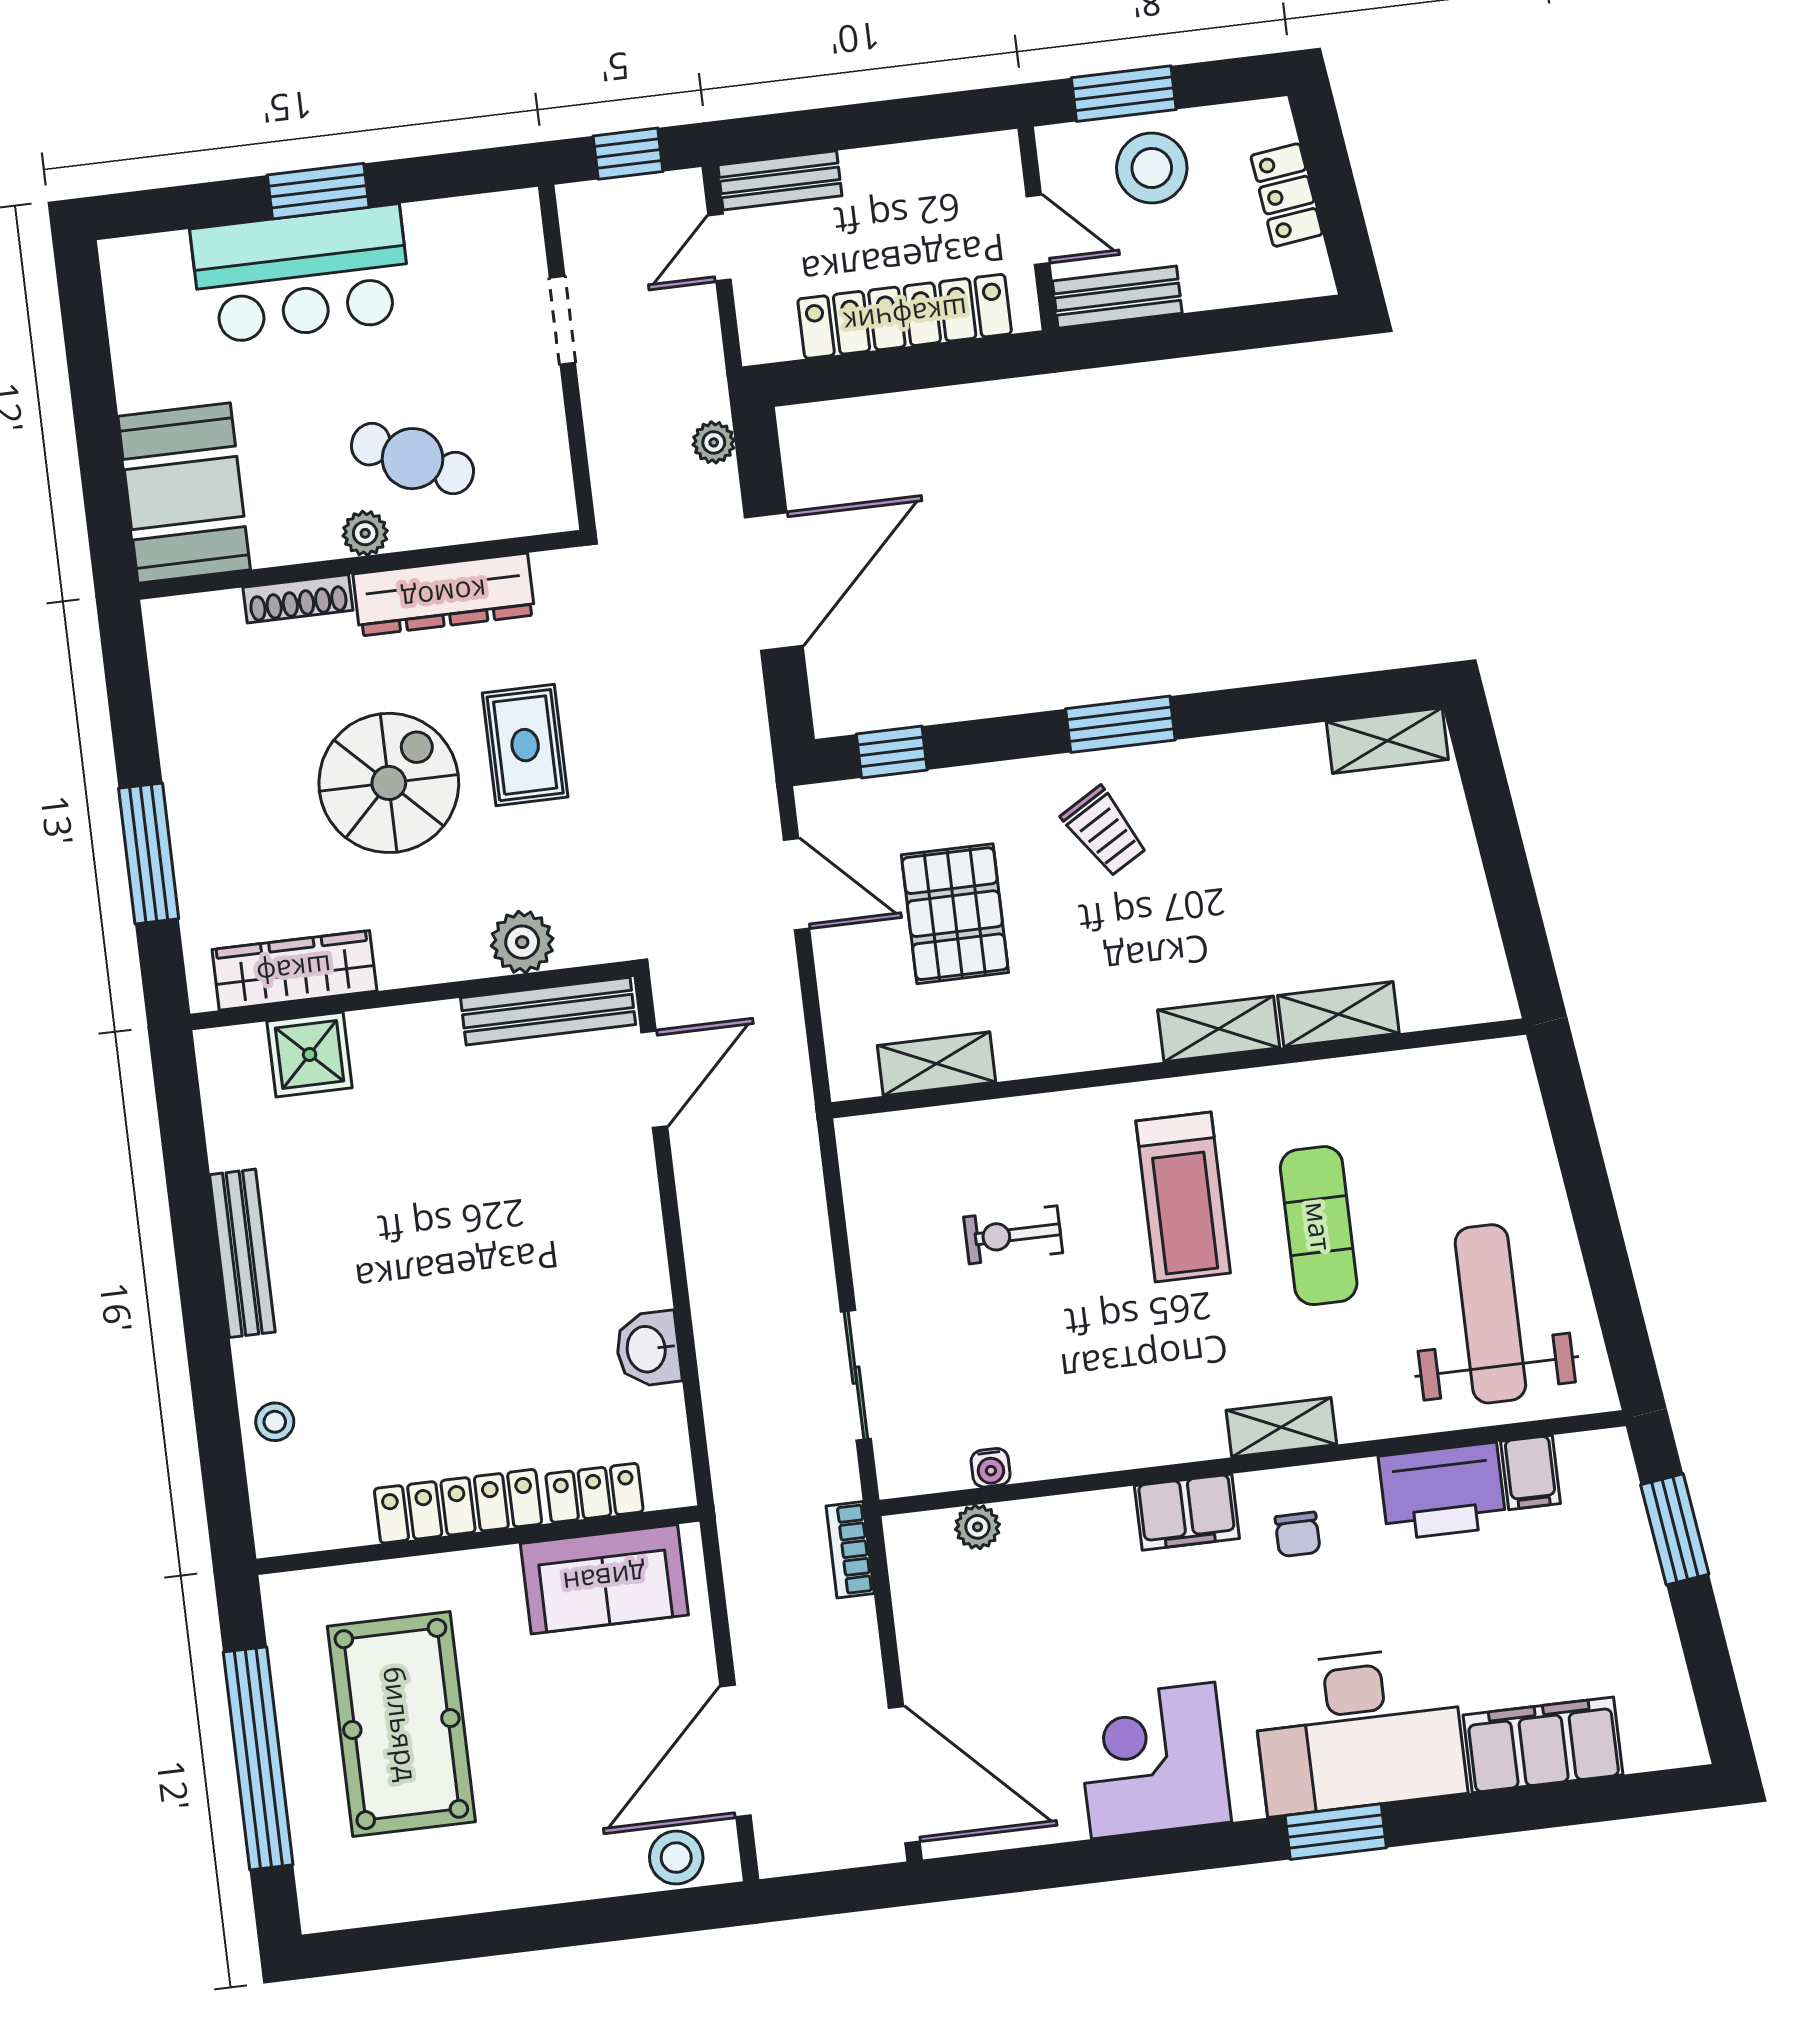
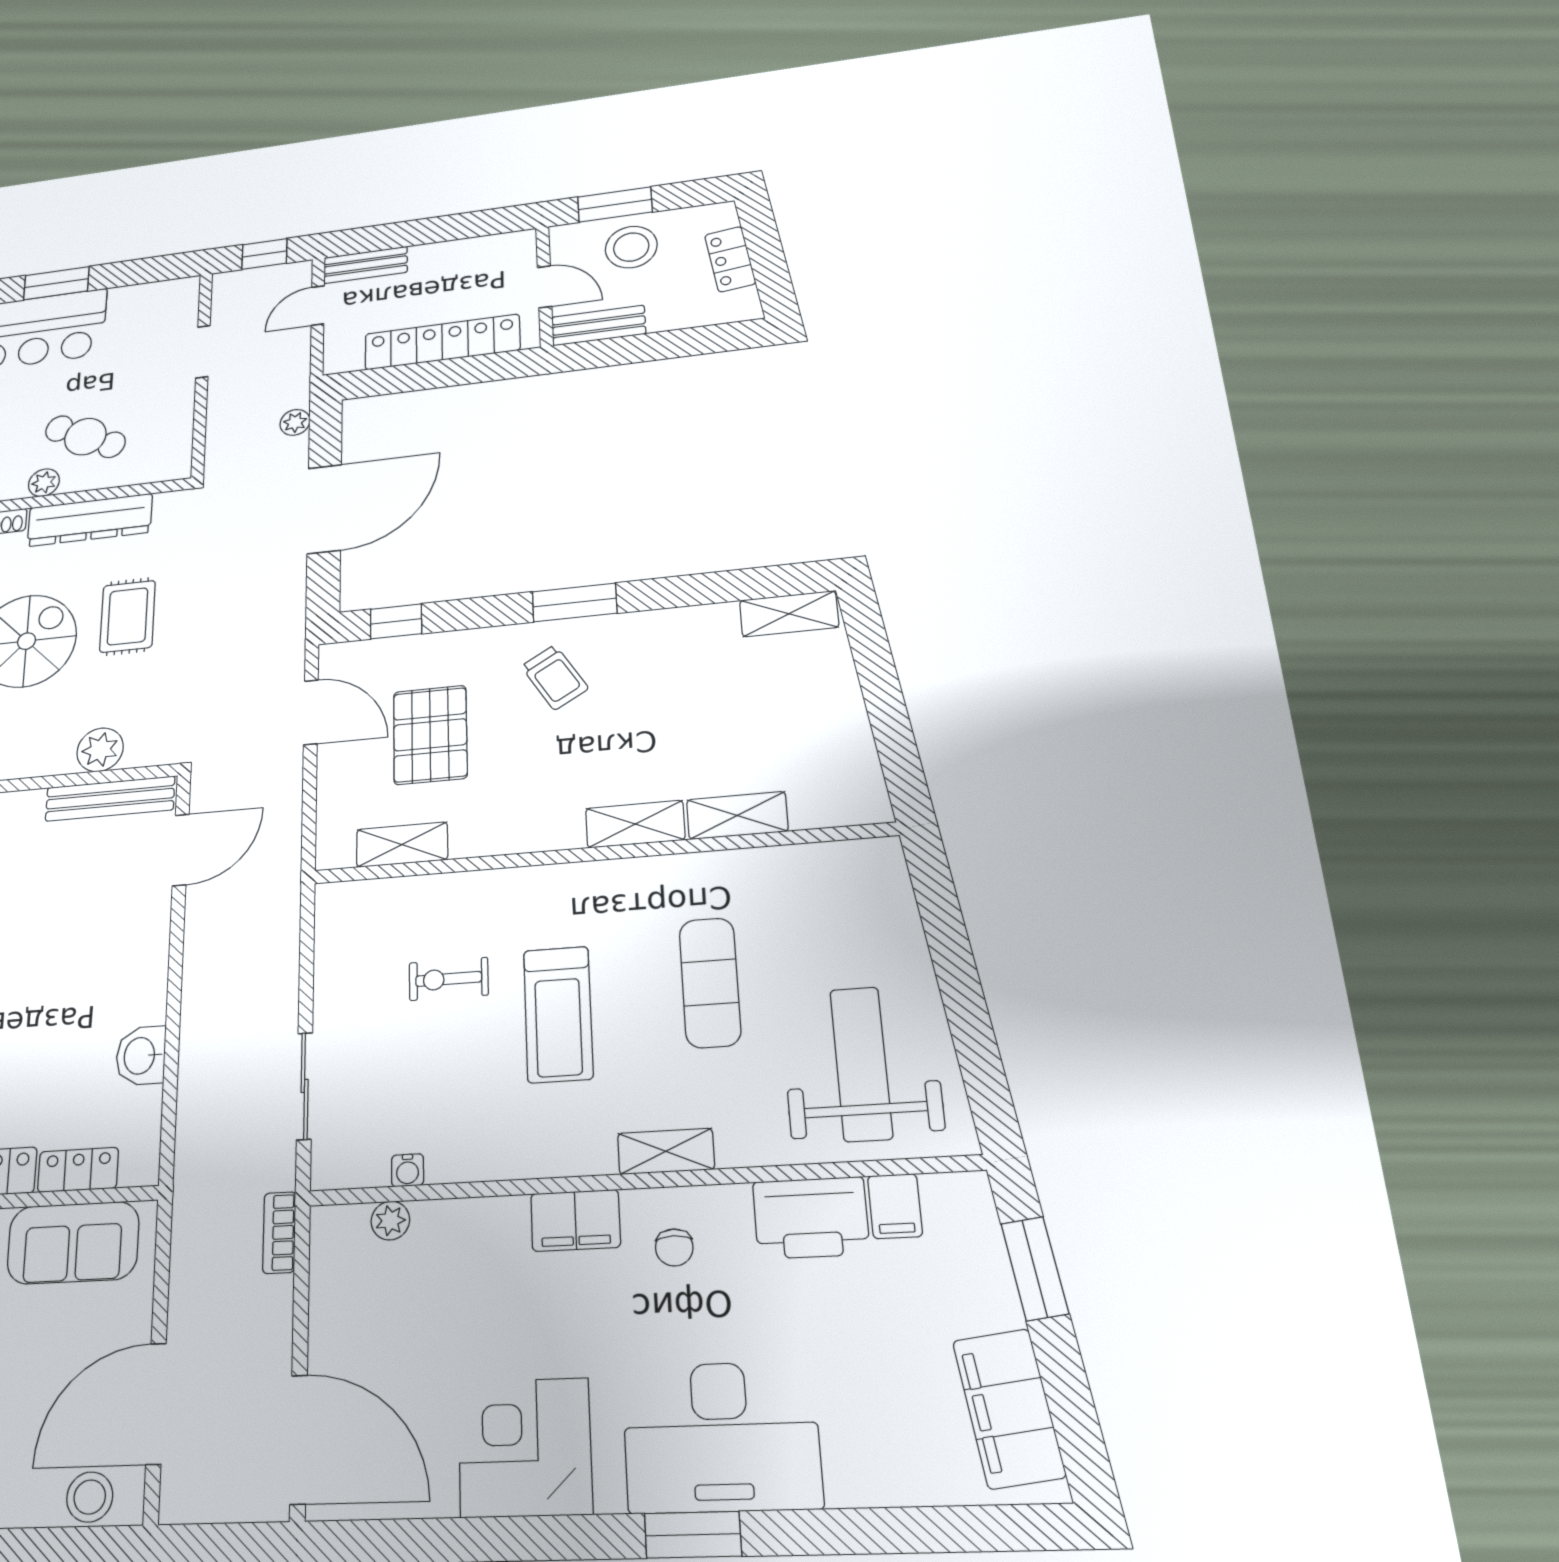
treadmill: (1183, 1197) -> (558, 1014), moved
filing cabinet: (1543, 1745) -> (1009, 1408), moved, turned -97

